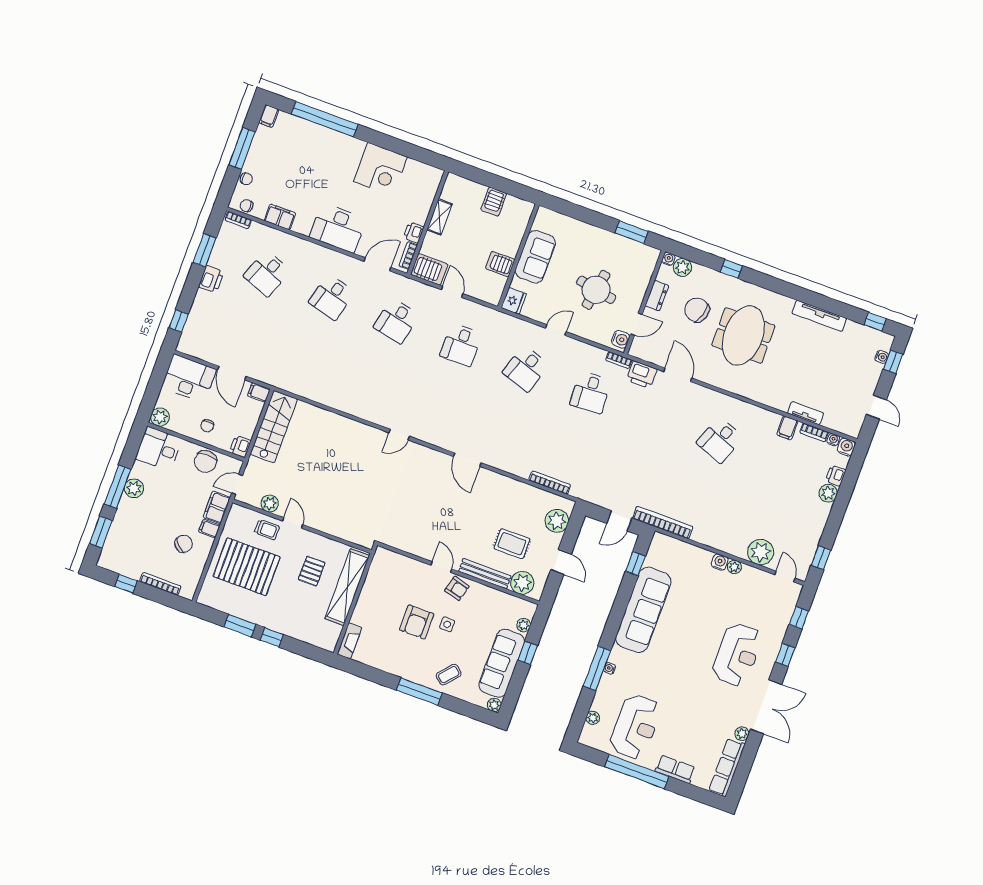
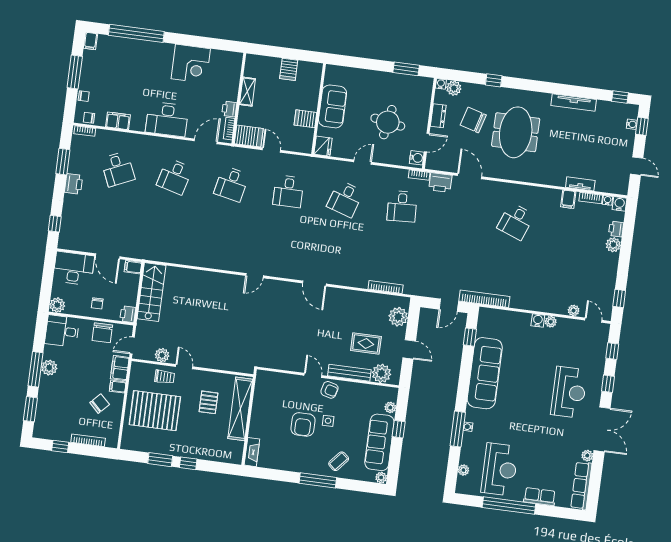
desk: (267, 273) -> (118, 169), turned -45
plant: (761, 552) -> (574, 310), width x0.53, depth x0.53

